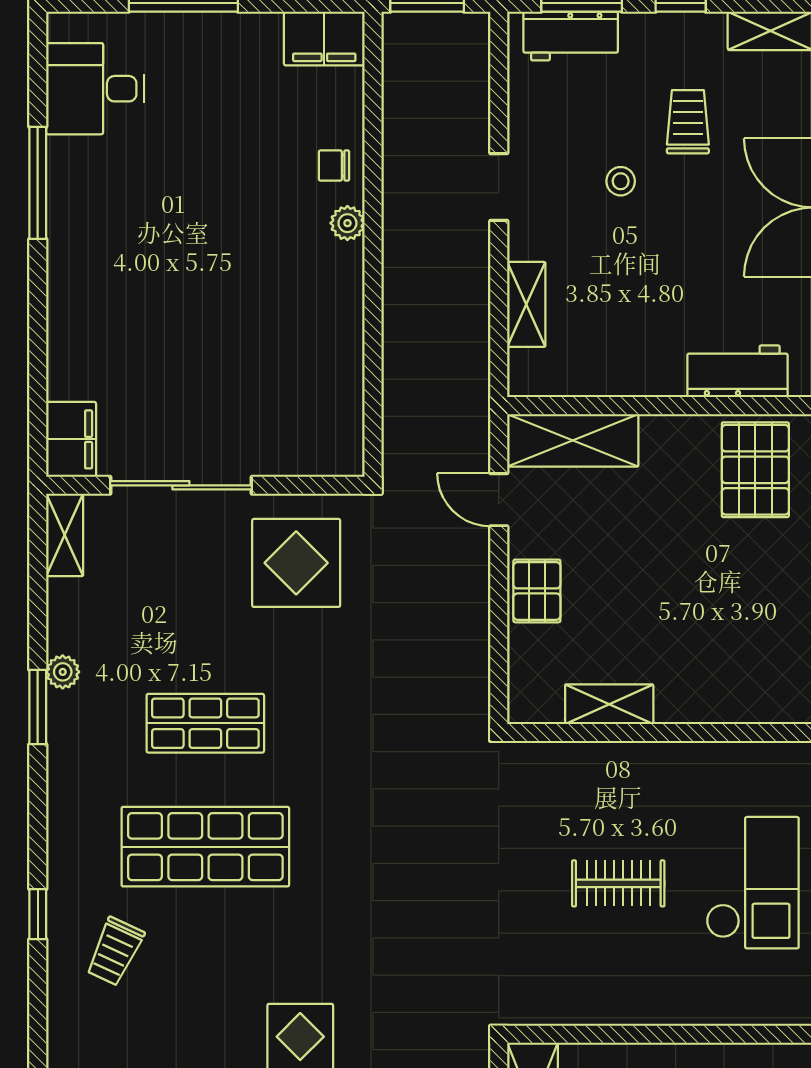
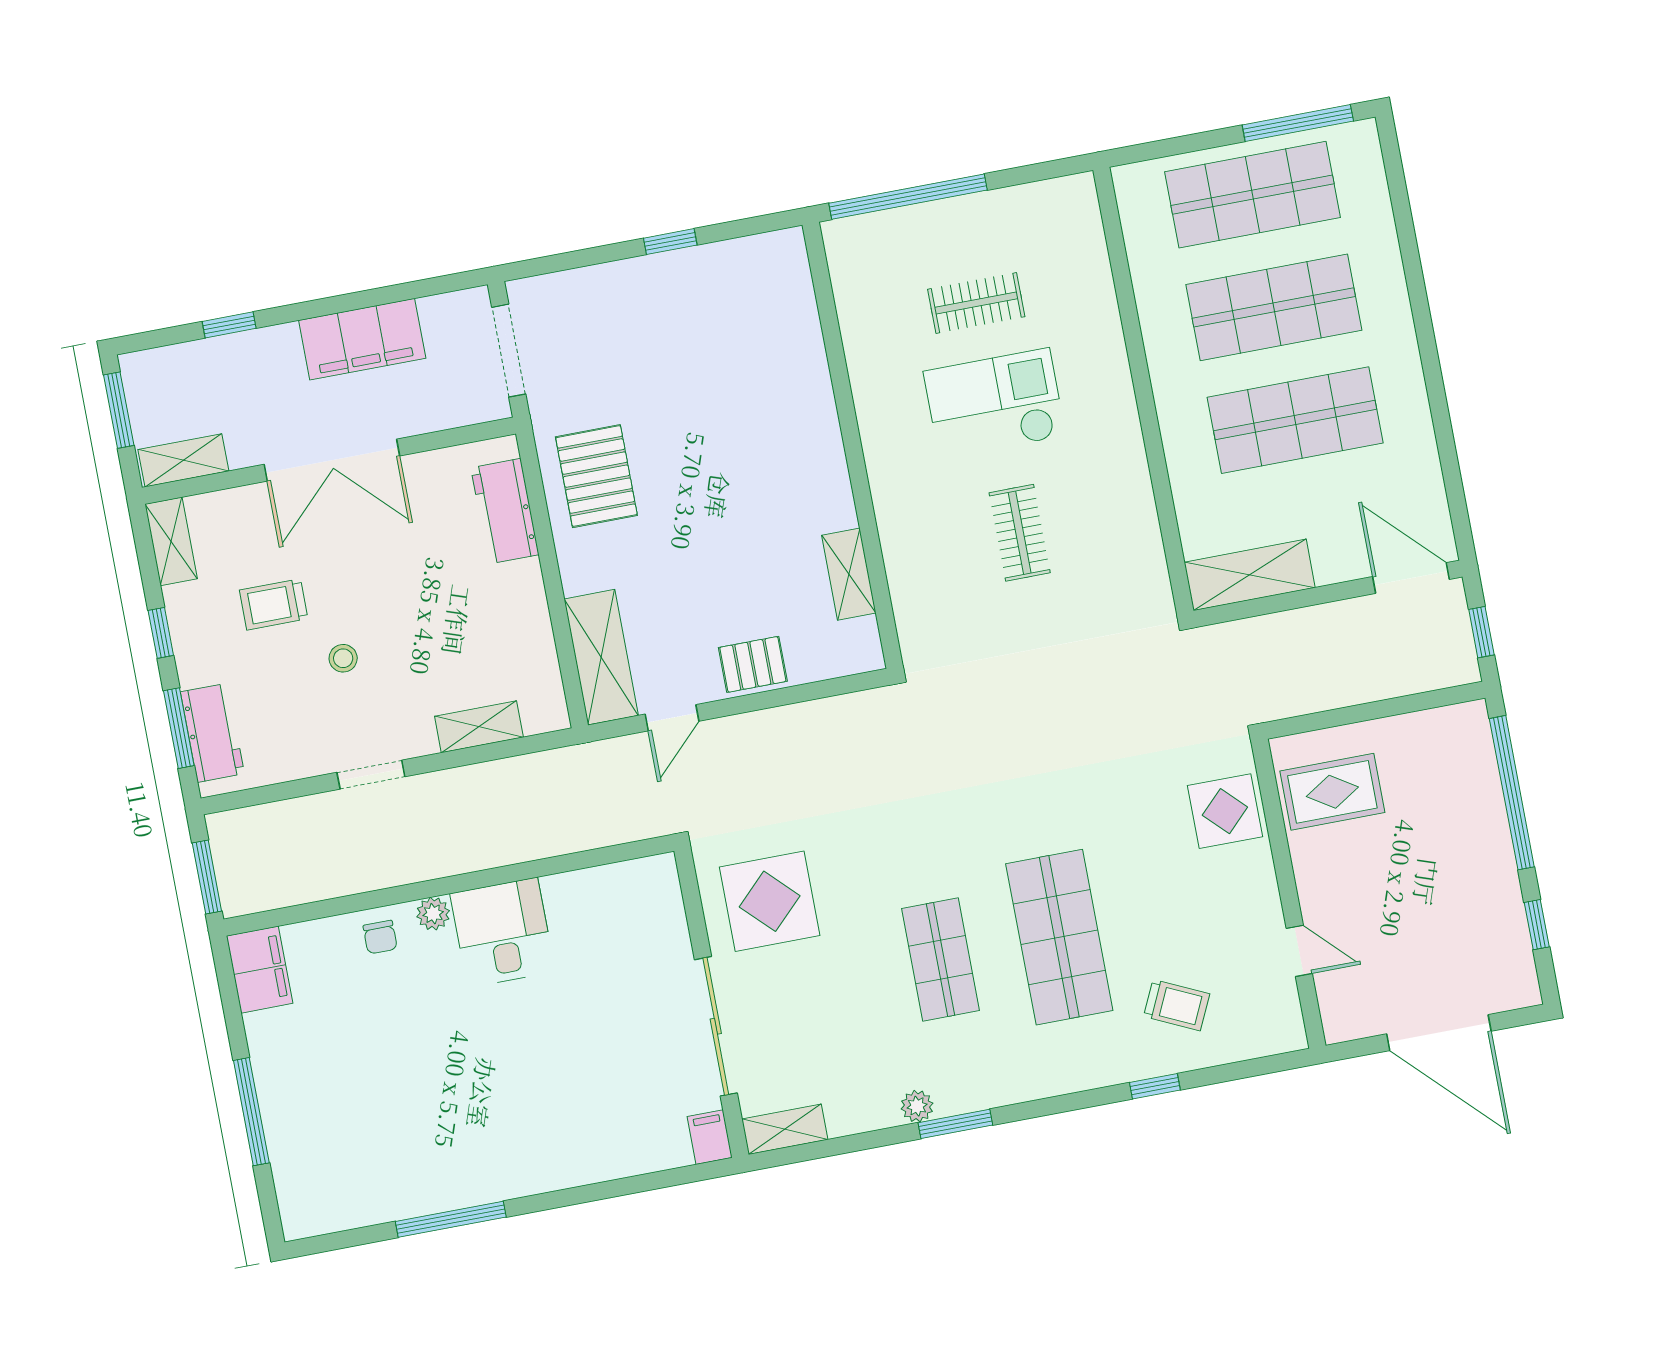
desk: (95, 89) -> (503, 932), moved, turned 180
filing cabinet: (71, 439) -> (710, 1137), width x0.50
pallet: (755, 470) -> (596, 476), turned 90

